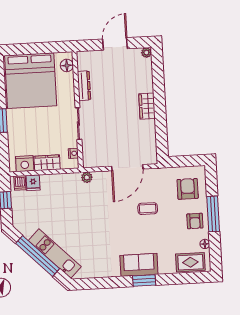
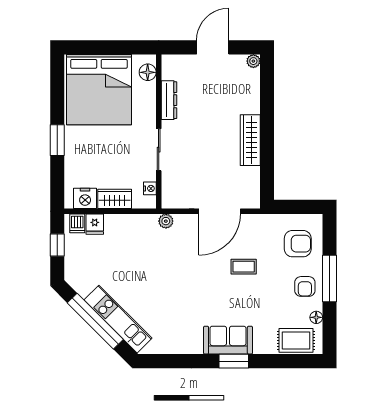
wardrobe: (147, 106) -> (250, 140), width x1.50
armchair: (188, 189) -> (298, 244), turned 90

